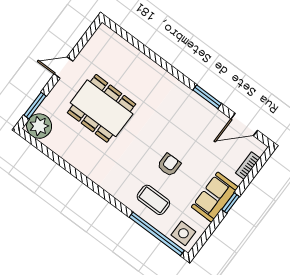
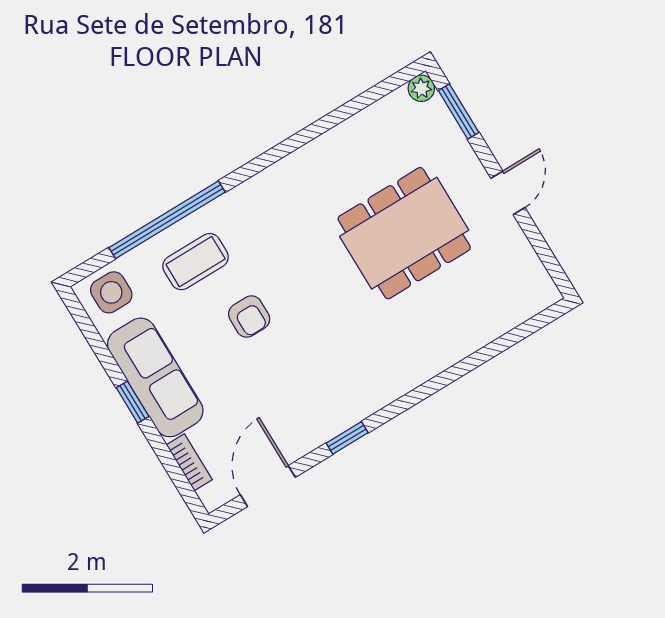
window: (207, 97) -> (347, 438), width x0.67
plant: (39, 126) -> (421, 88), width x0.53, depth x0.53
sofa: (215, 197) -> (155, 377), width x1.36
window: (157, 234) -> (167, 220), moved

